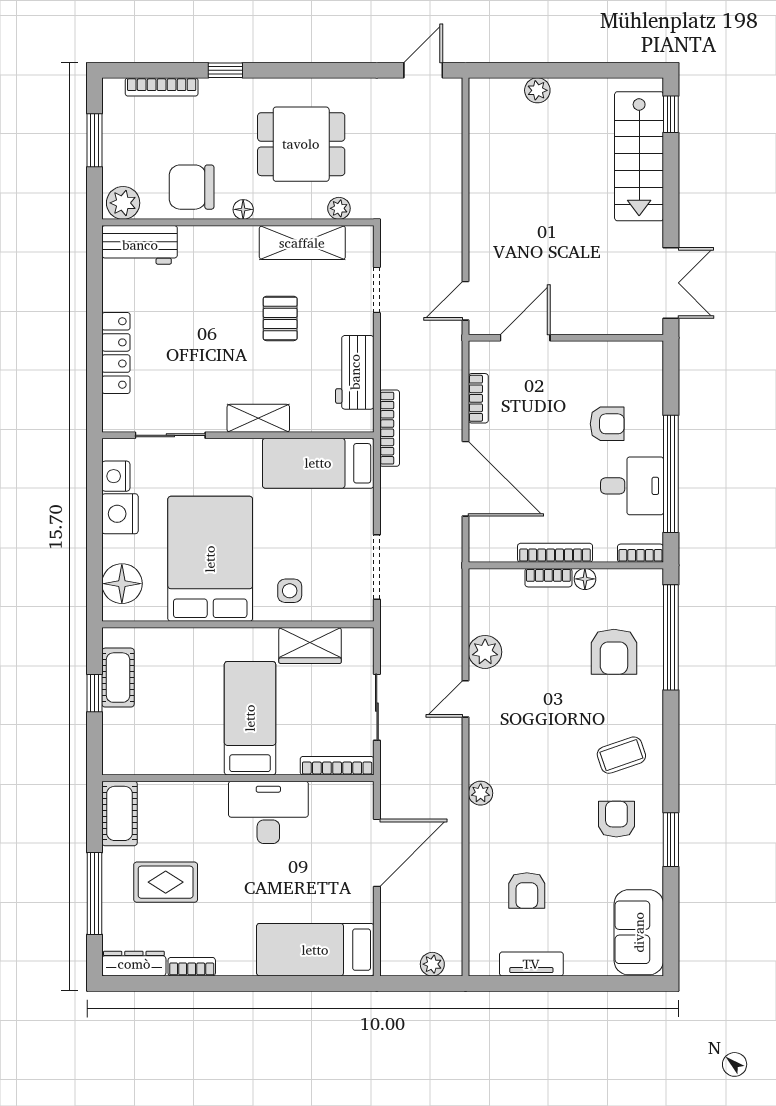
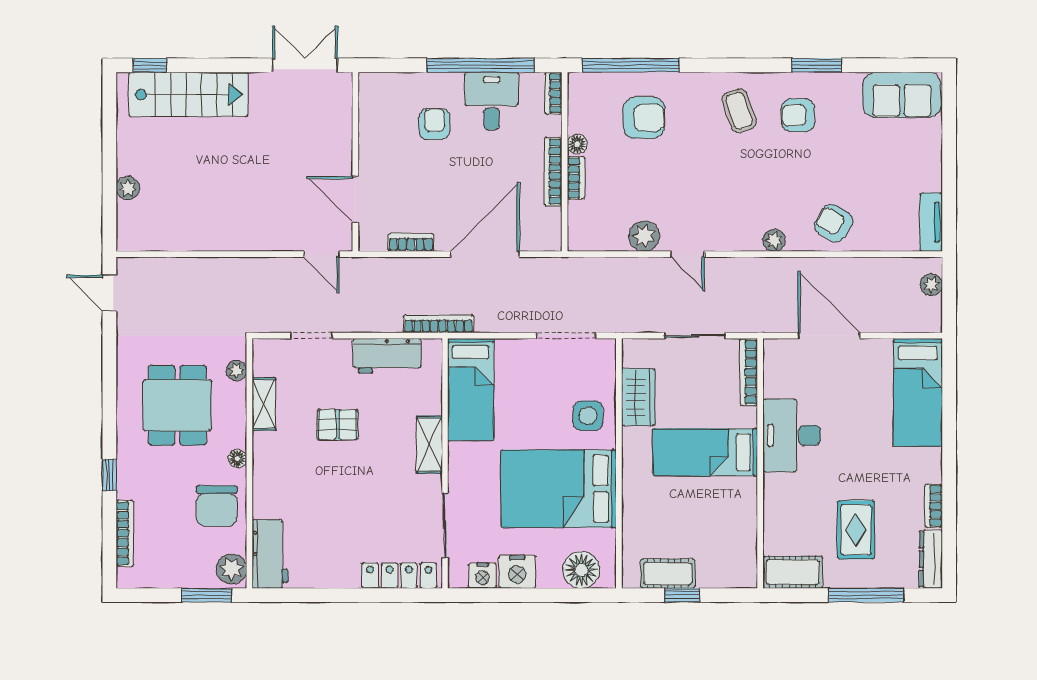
window: (95, 140) -> (207, 595), moved
shelving: (302, 243) -> (264, 404), width x0.67, depth x0.75
locker: (116, 353) -> (399, 576), moved
side table: (290, 591) -> (588, 416), width x1.37, depth x1.37
armchair: (527, 890) -> (834, 223), moved, turned -148
tv unit: (531, 964) -> (931, 222), moved

